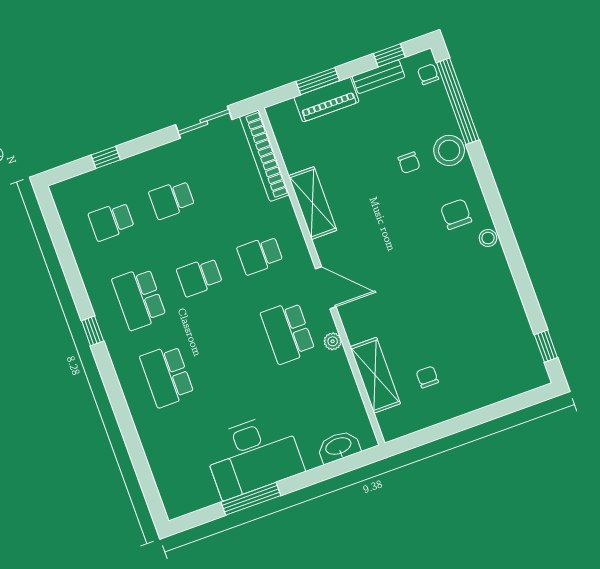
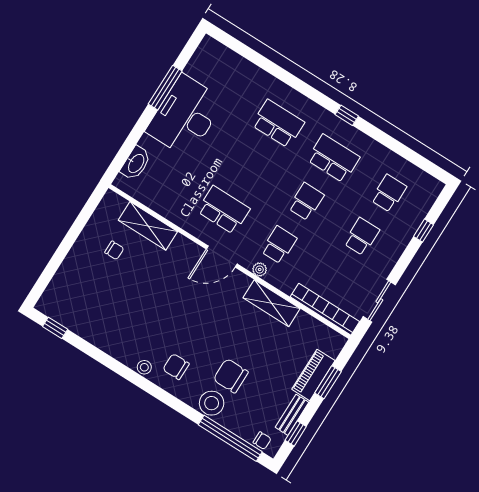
chair: (409, 163) -> (231, 376), width x1.87, depth x1.87
chair: (456, 214) -> (176, 367), turned 180
plant: (333, 341) -> (260, 269), moved

